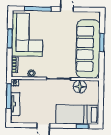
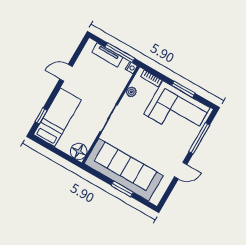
floor lamp: (80, 87) -> (79, 151), moved

